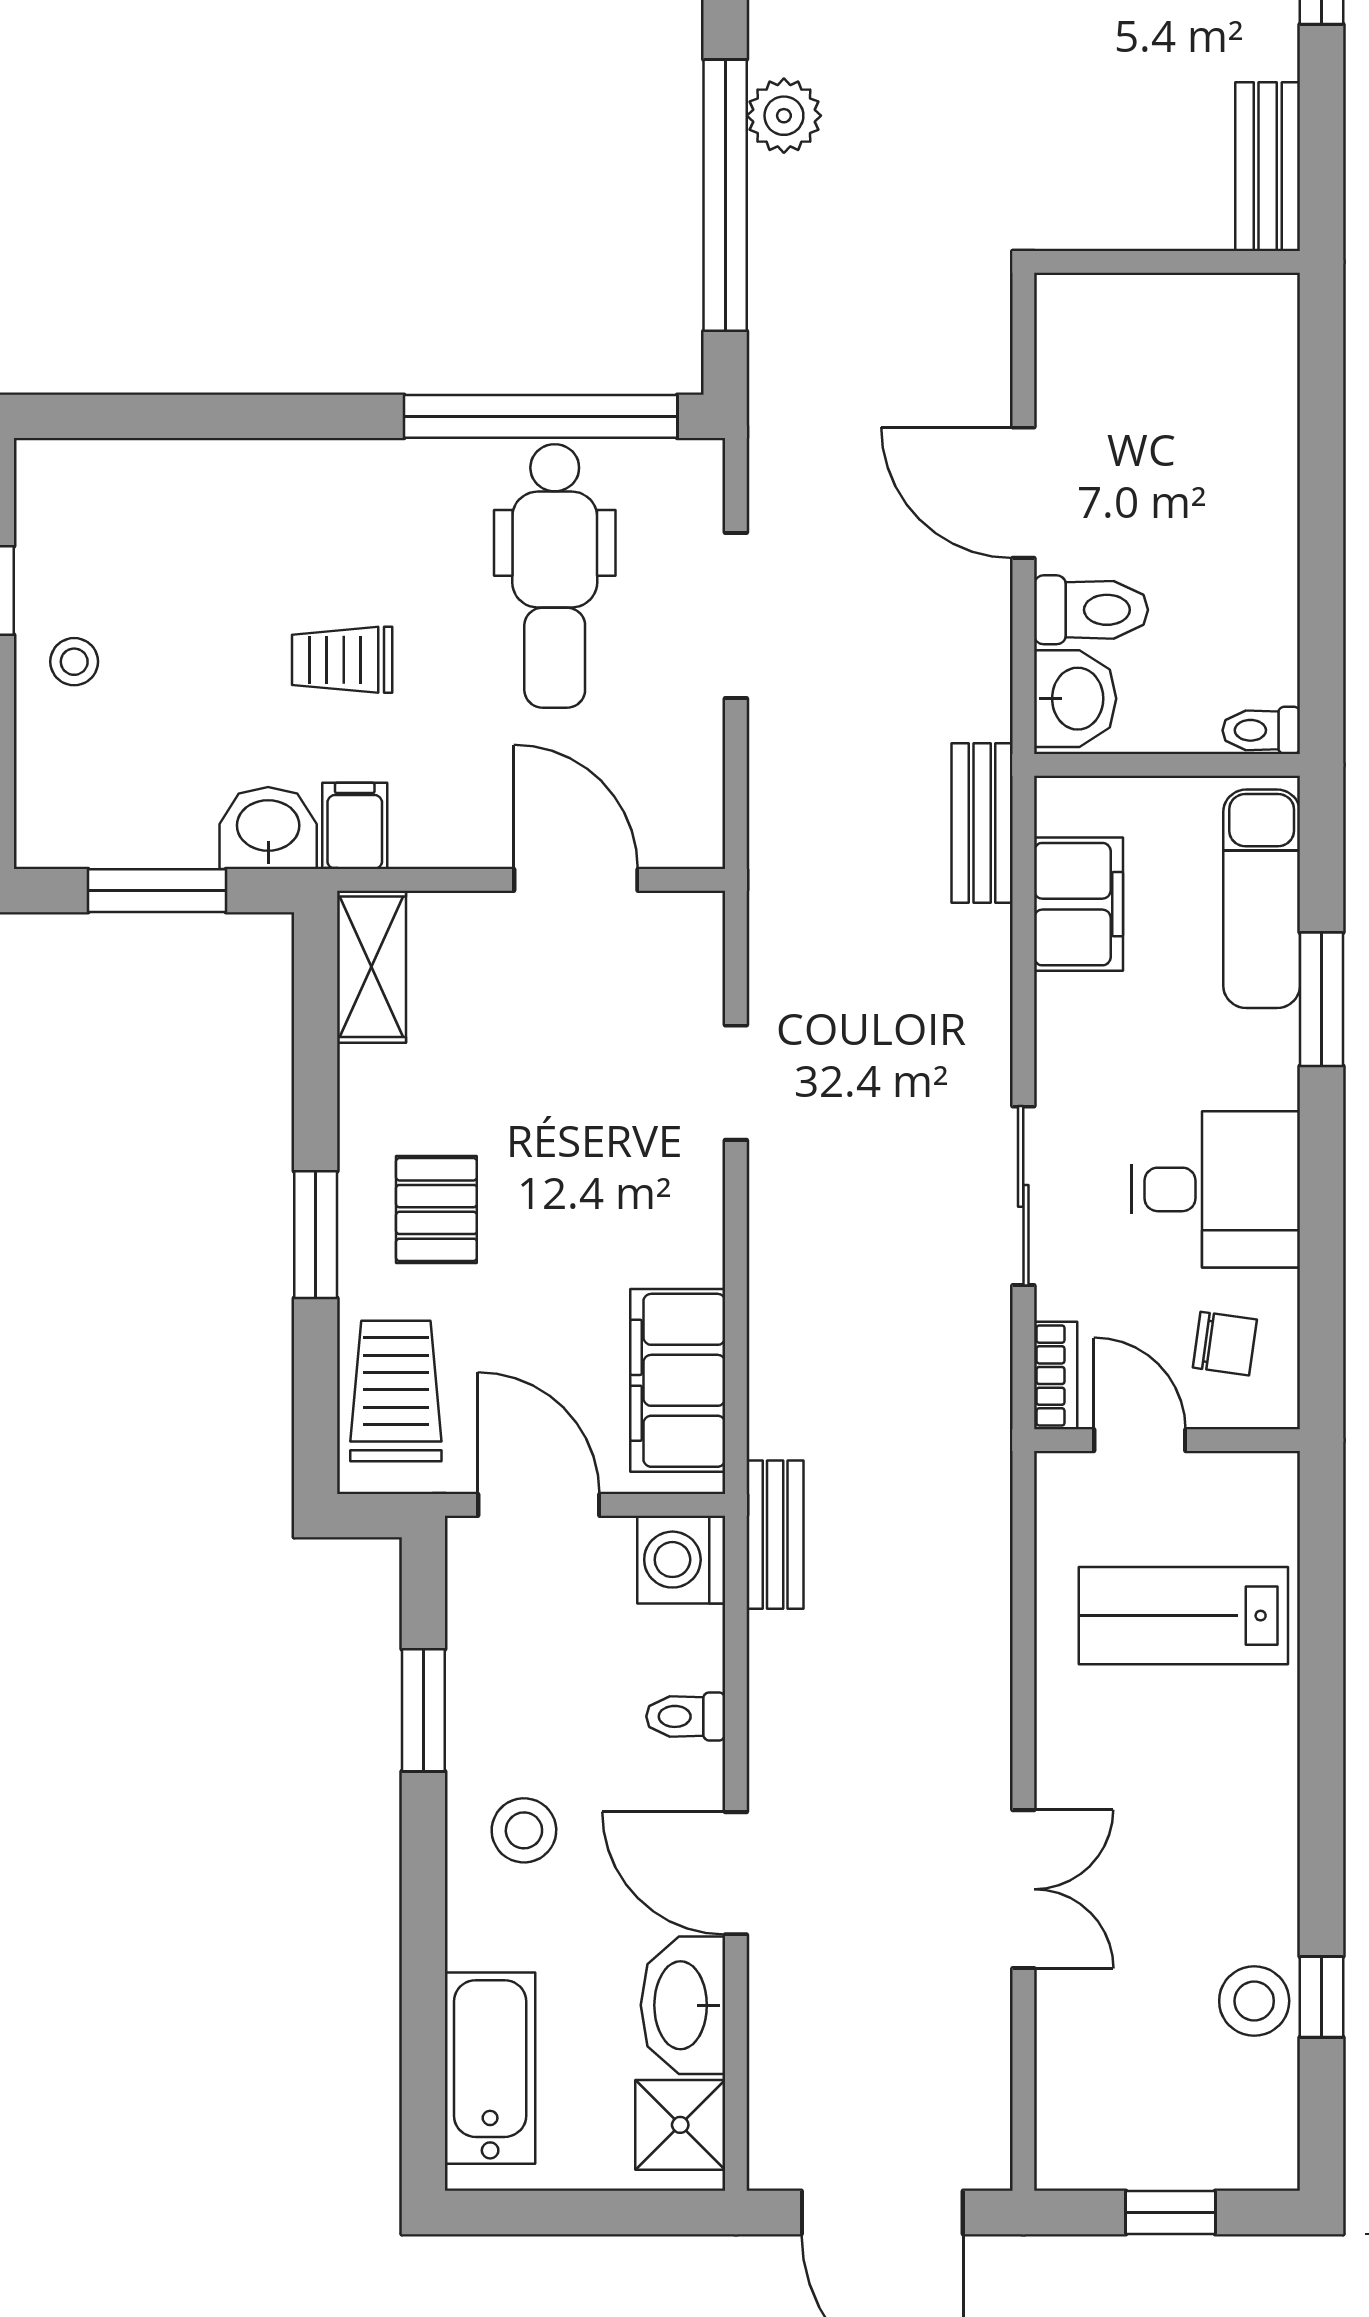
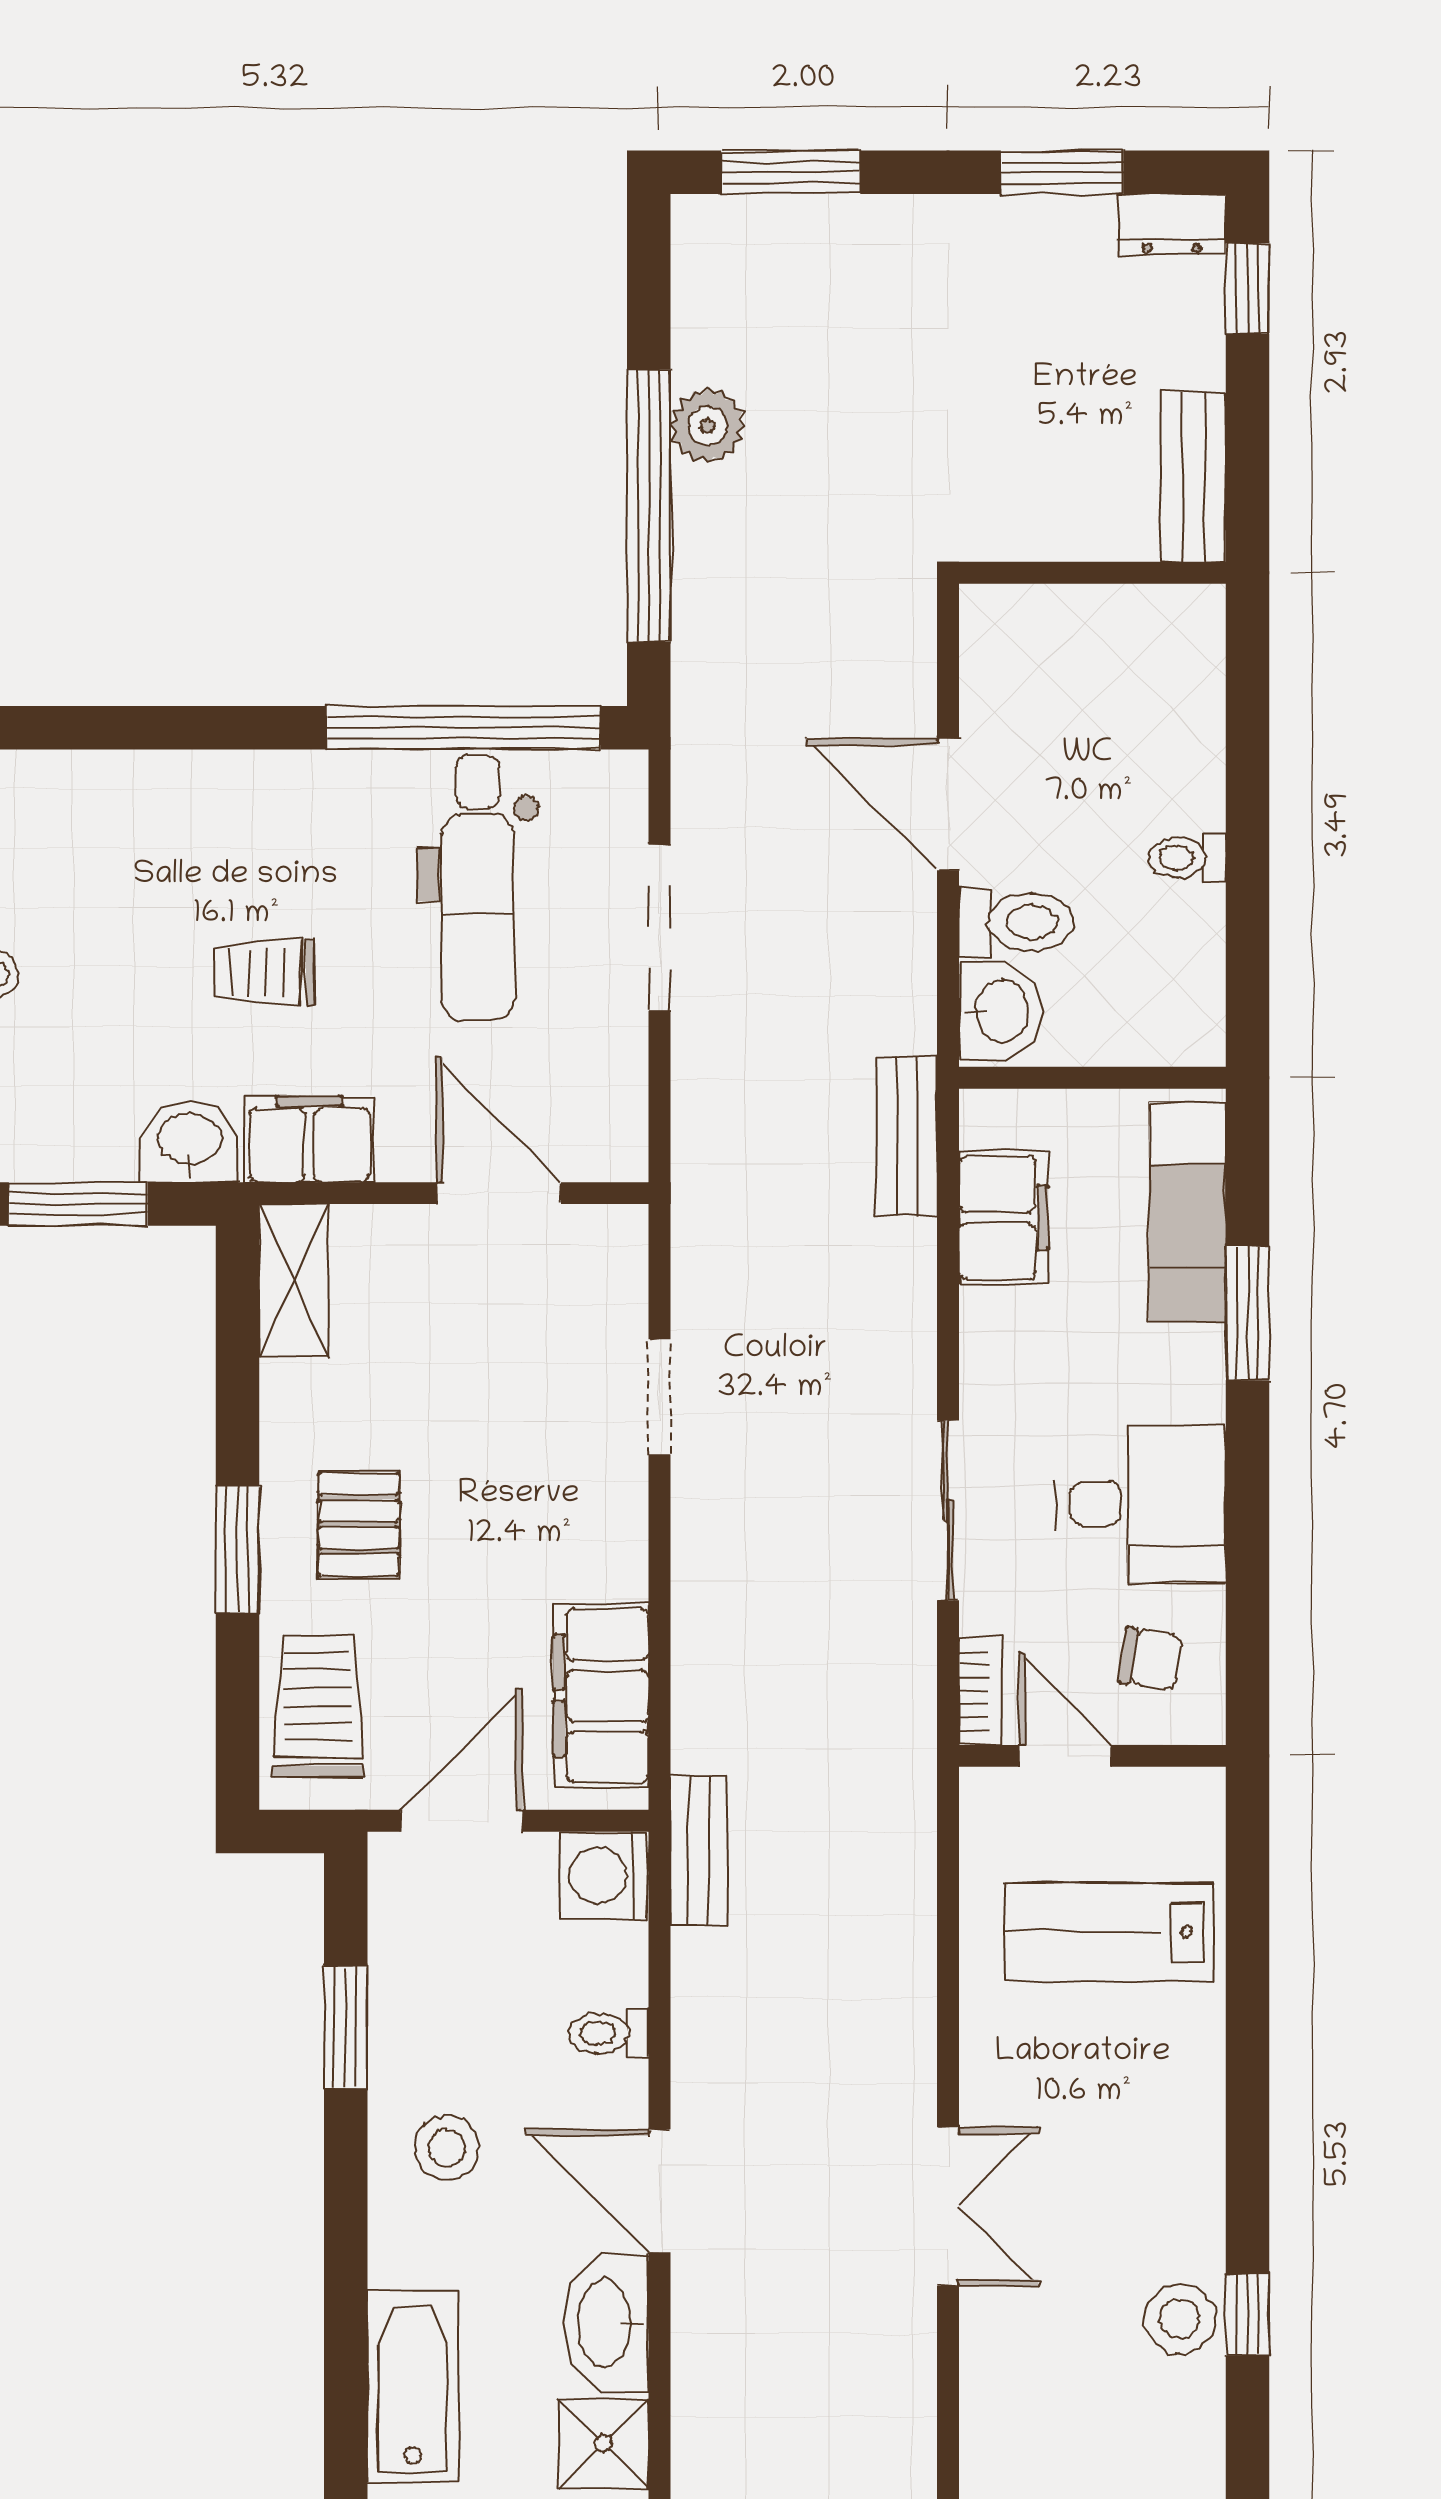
toilet: (1261, 730) -> (1187, 858), moved
filing cabinet: (355, 826) -> (309, 1139), width x2.00
door: (539, 1505) -> (461, 1821), hinge flipped

